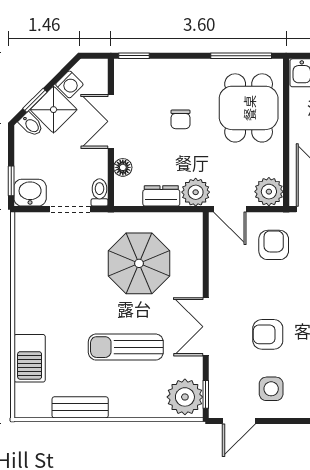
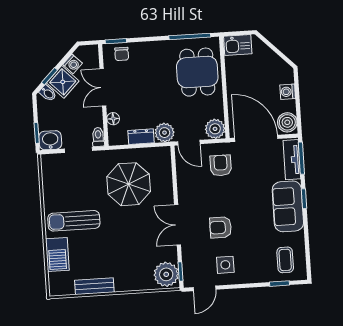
chair: (181, 119) -> (122, 54), moved
sun lounger: (126, 347) -> (74, 221), moved

